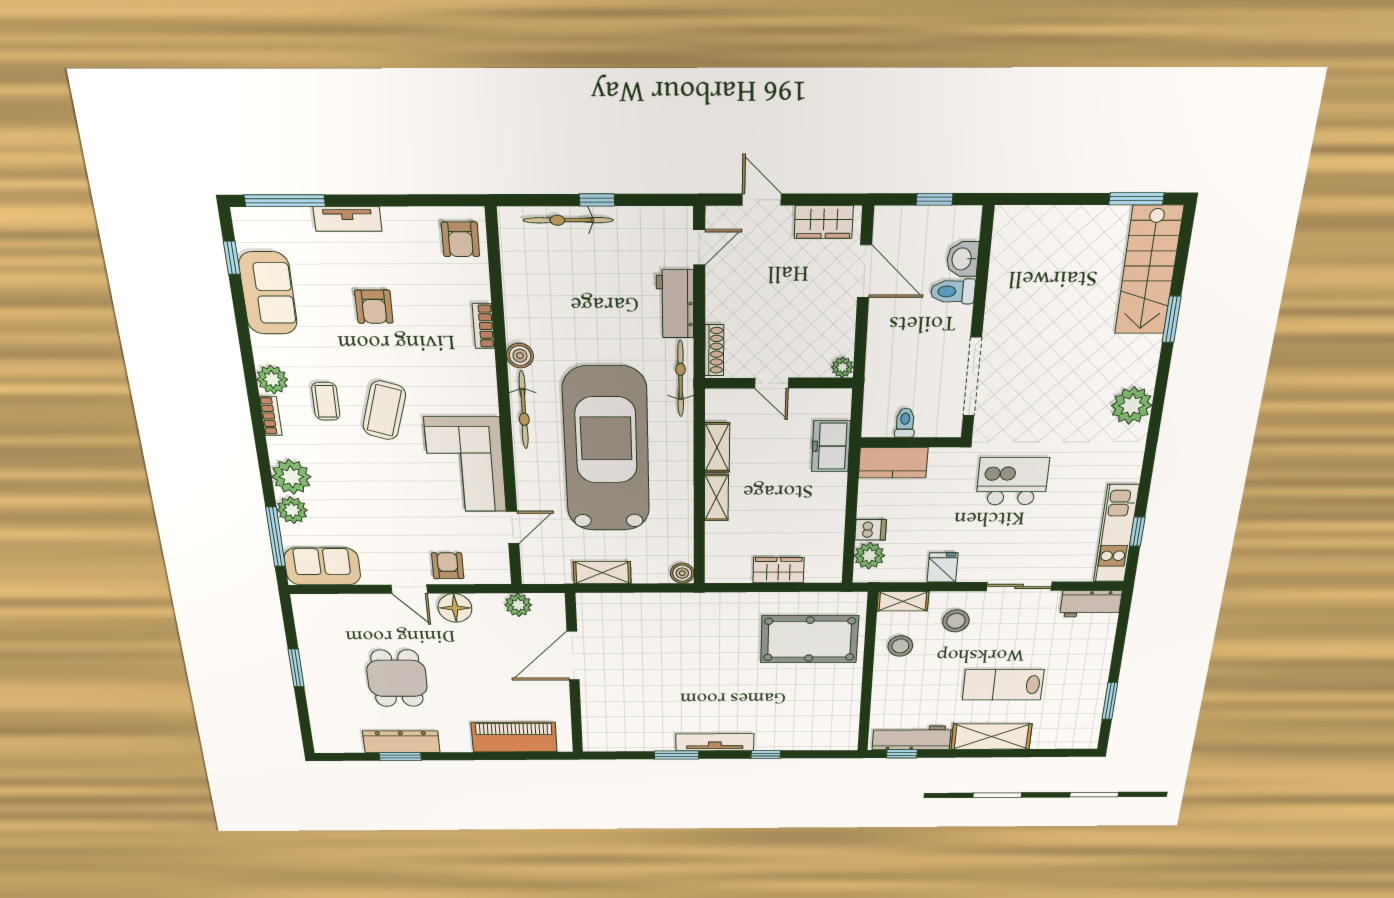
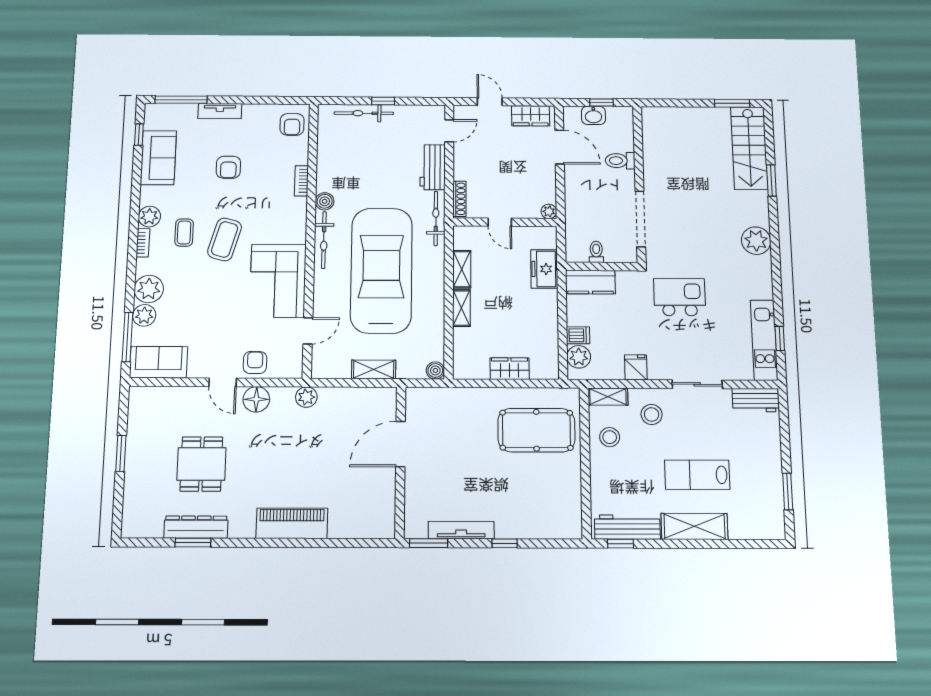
washbasin: (963, 259) -> (593, 115), moved, turned -90
door: (573, 656) -> (400, 444), moved
wall: (574, 675) -> (400, 462), moved

